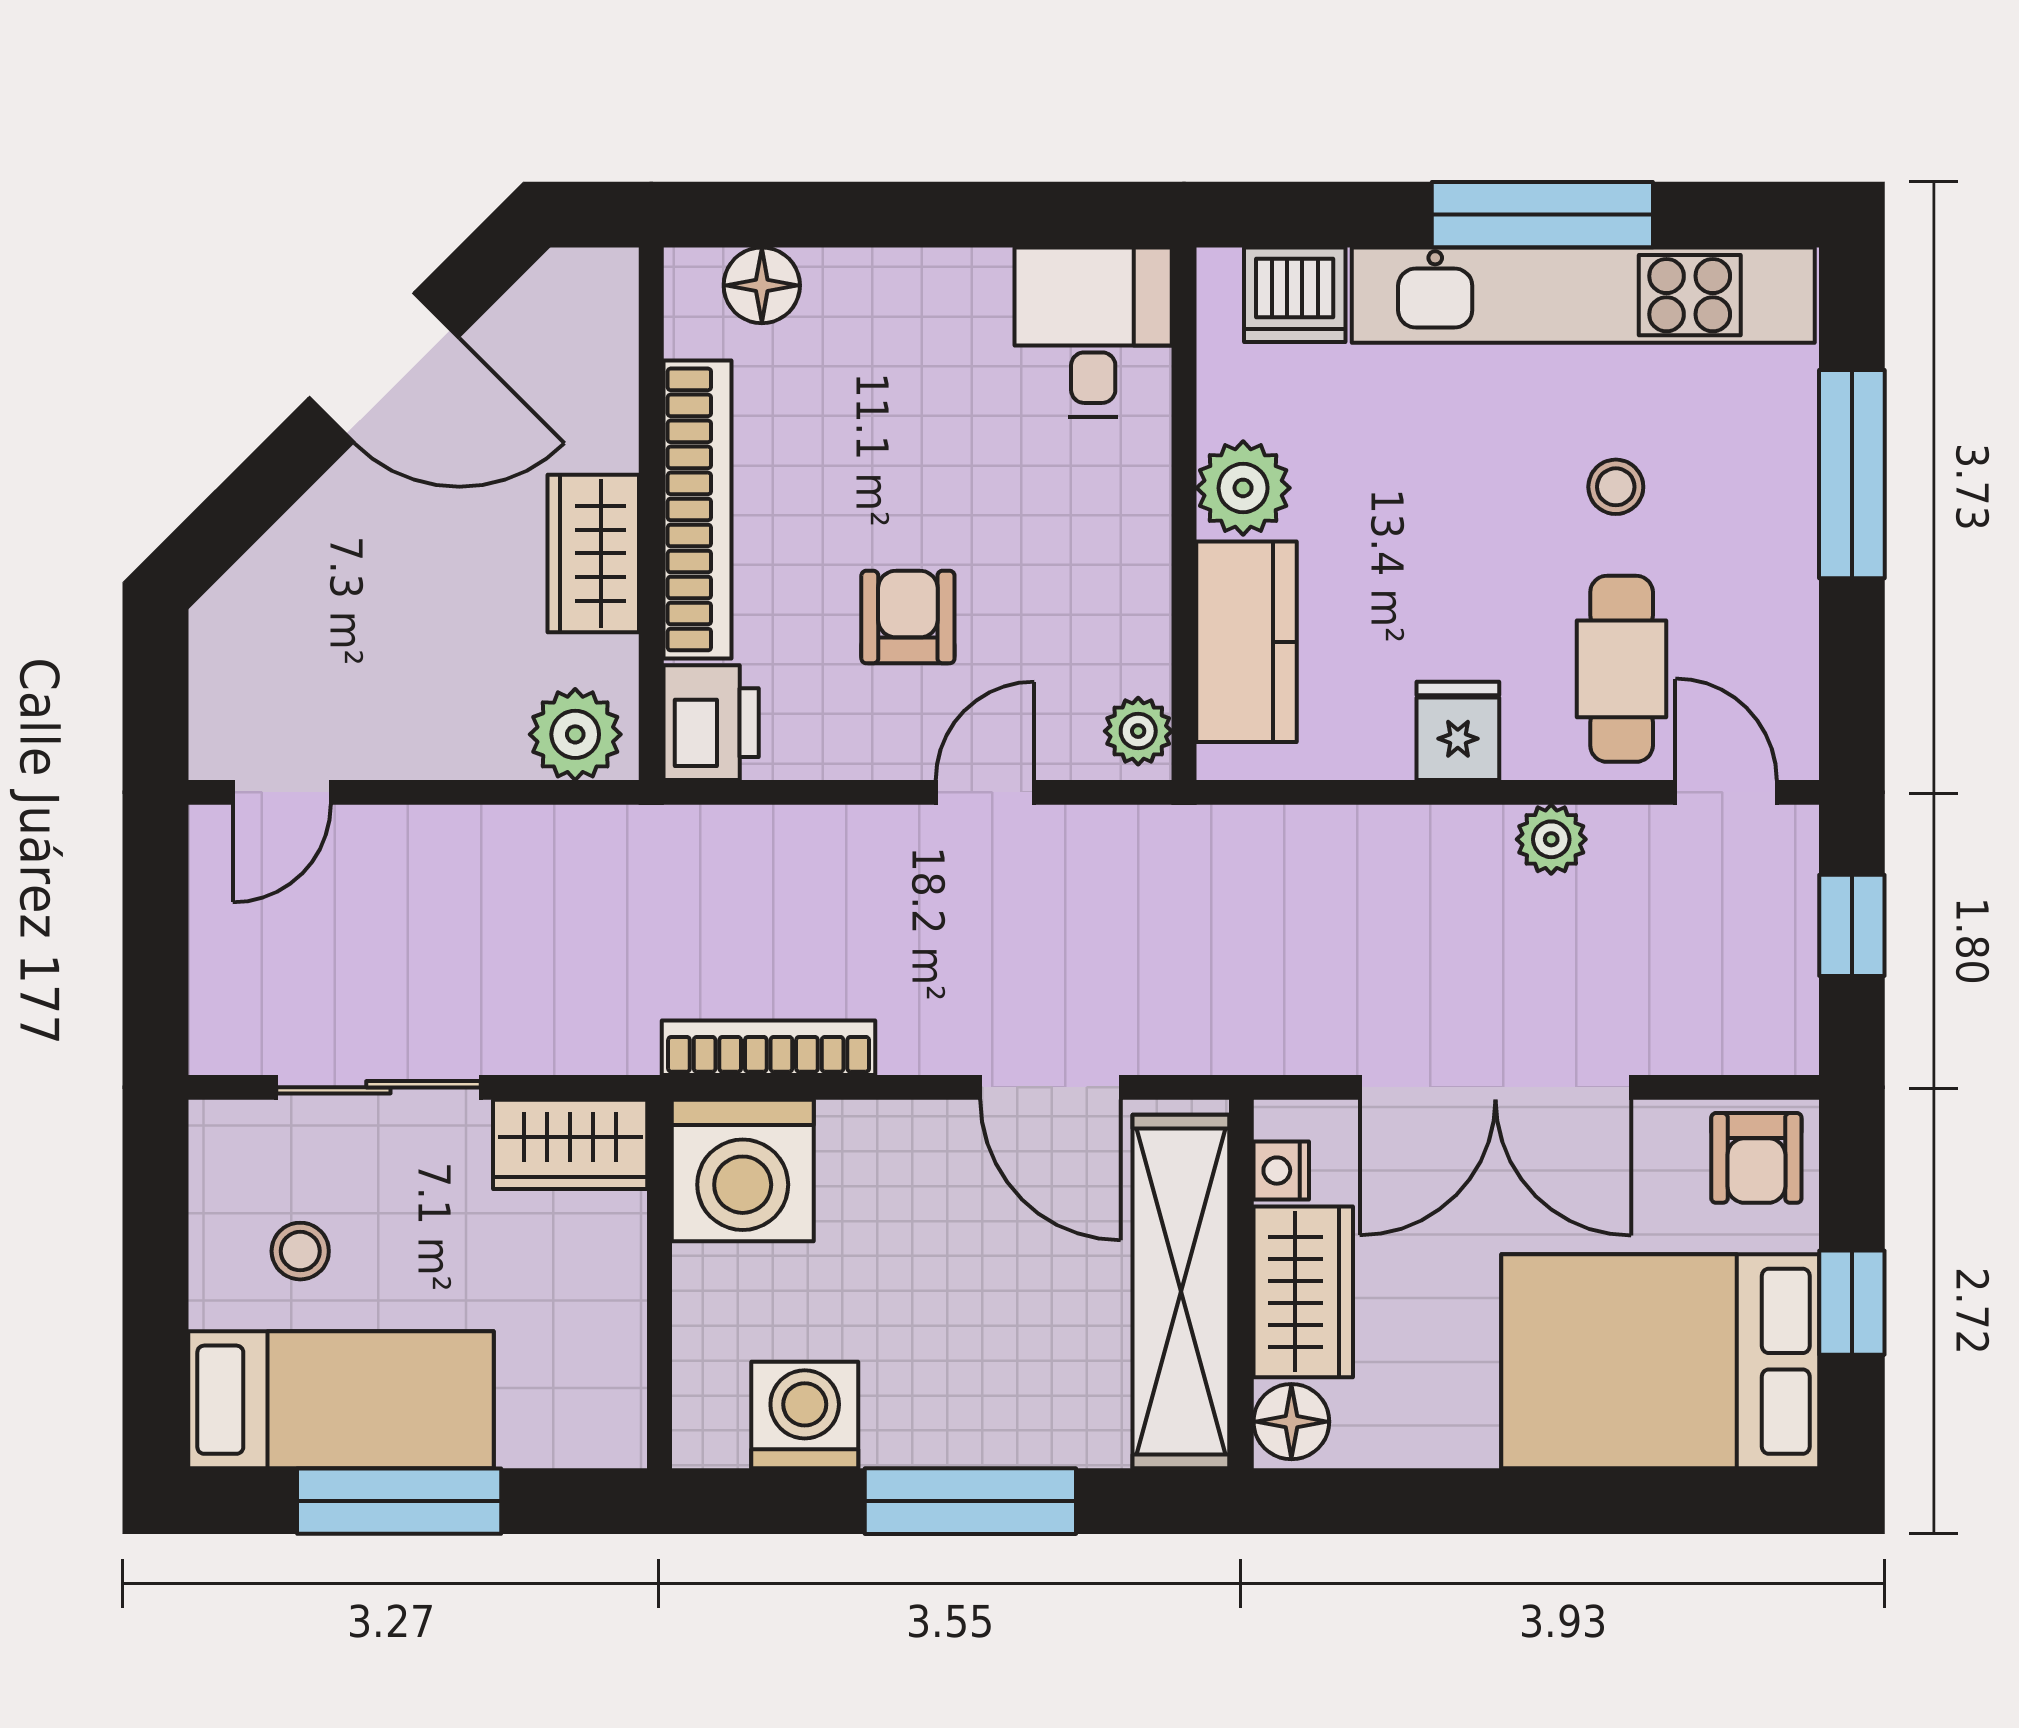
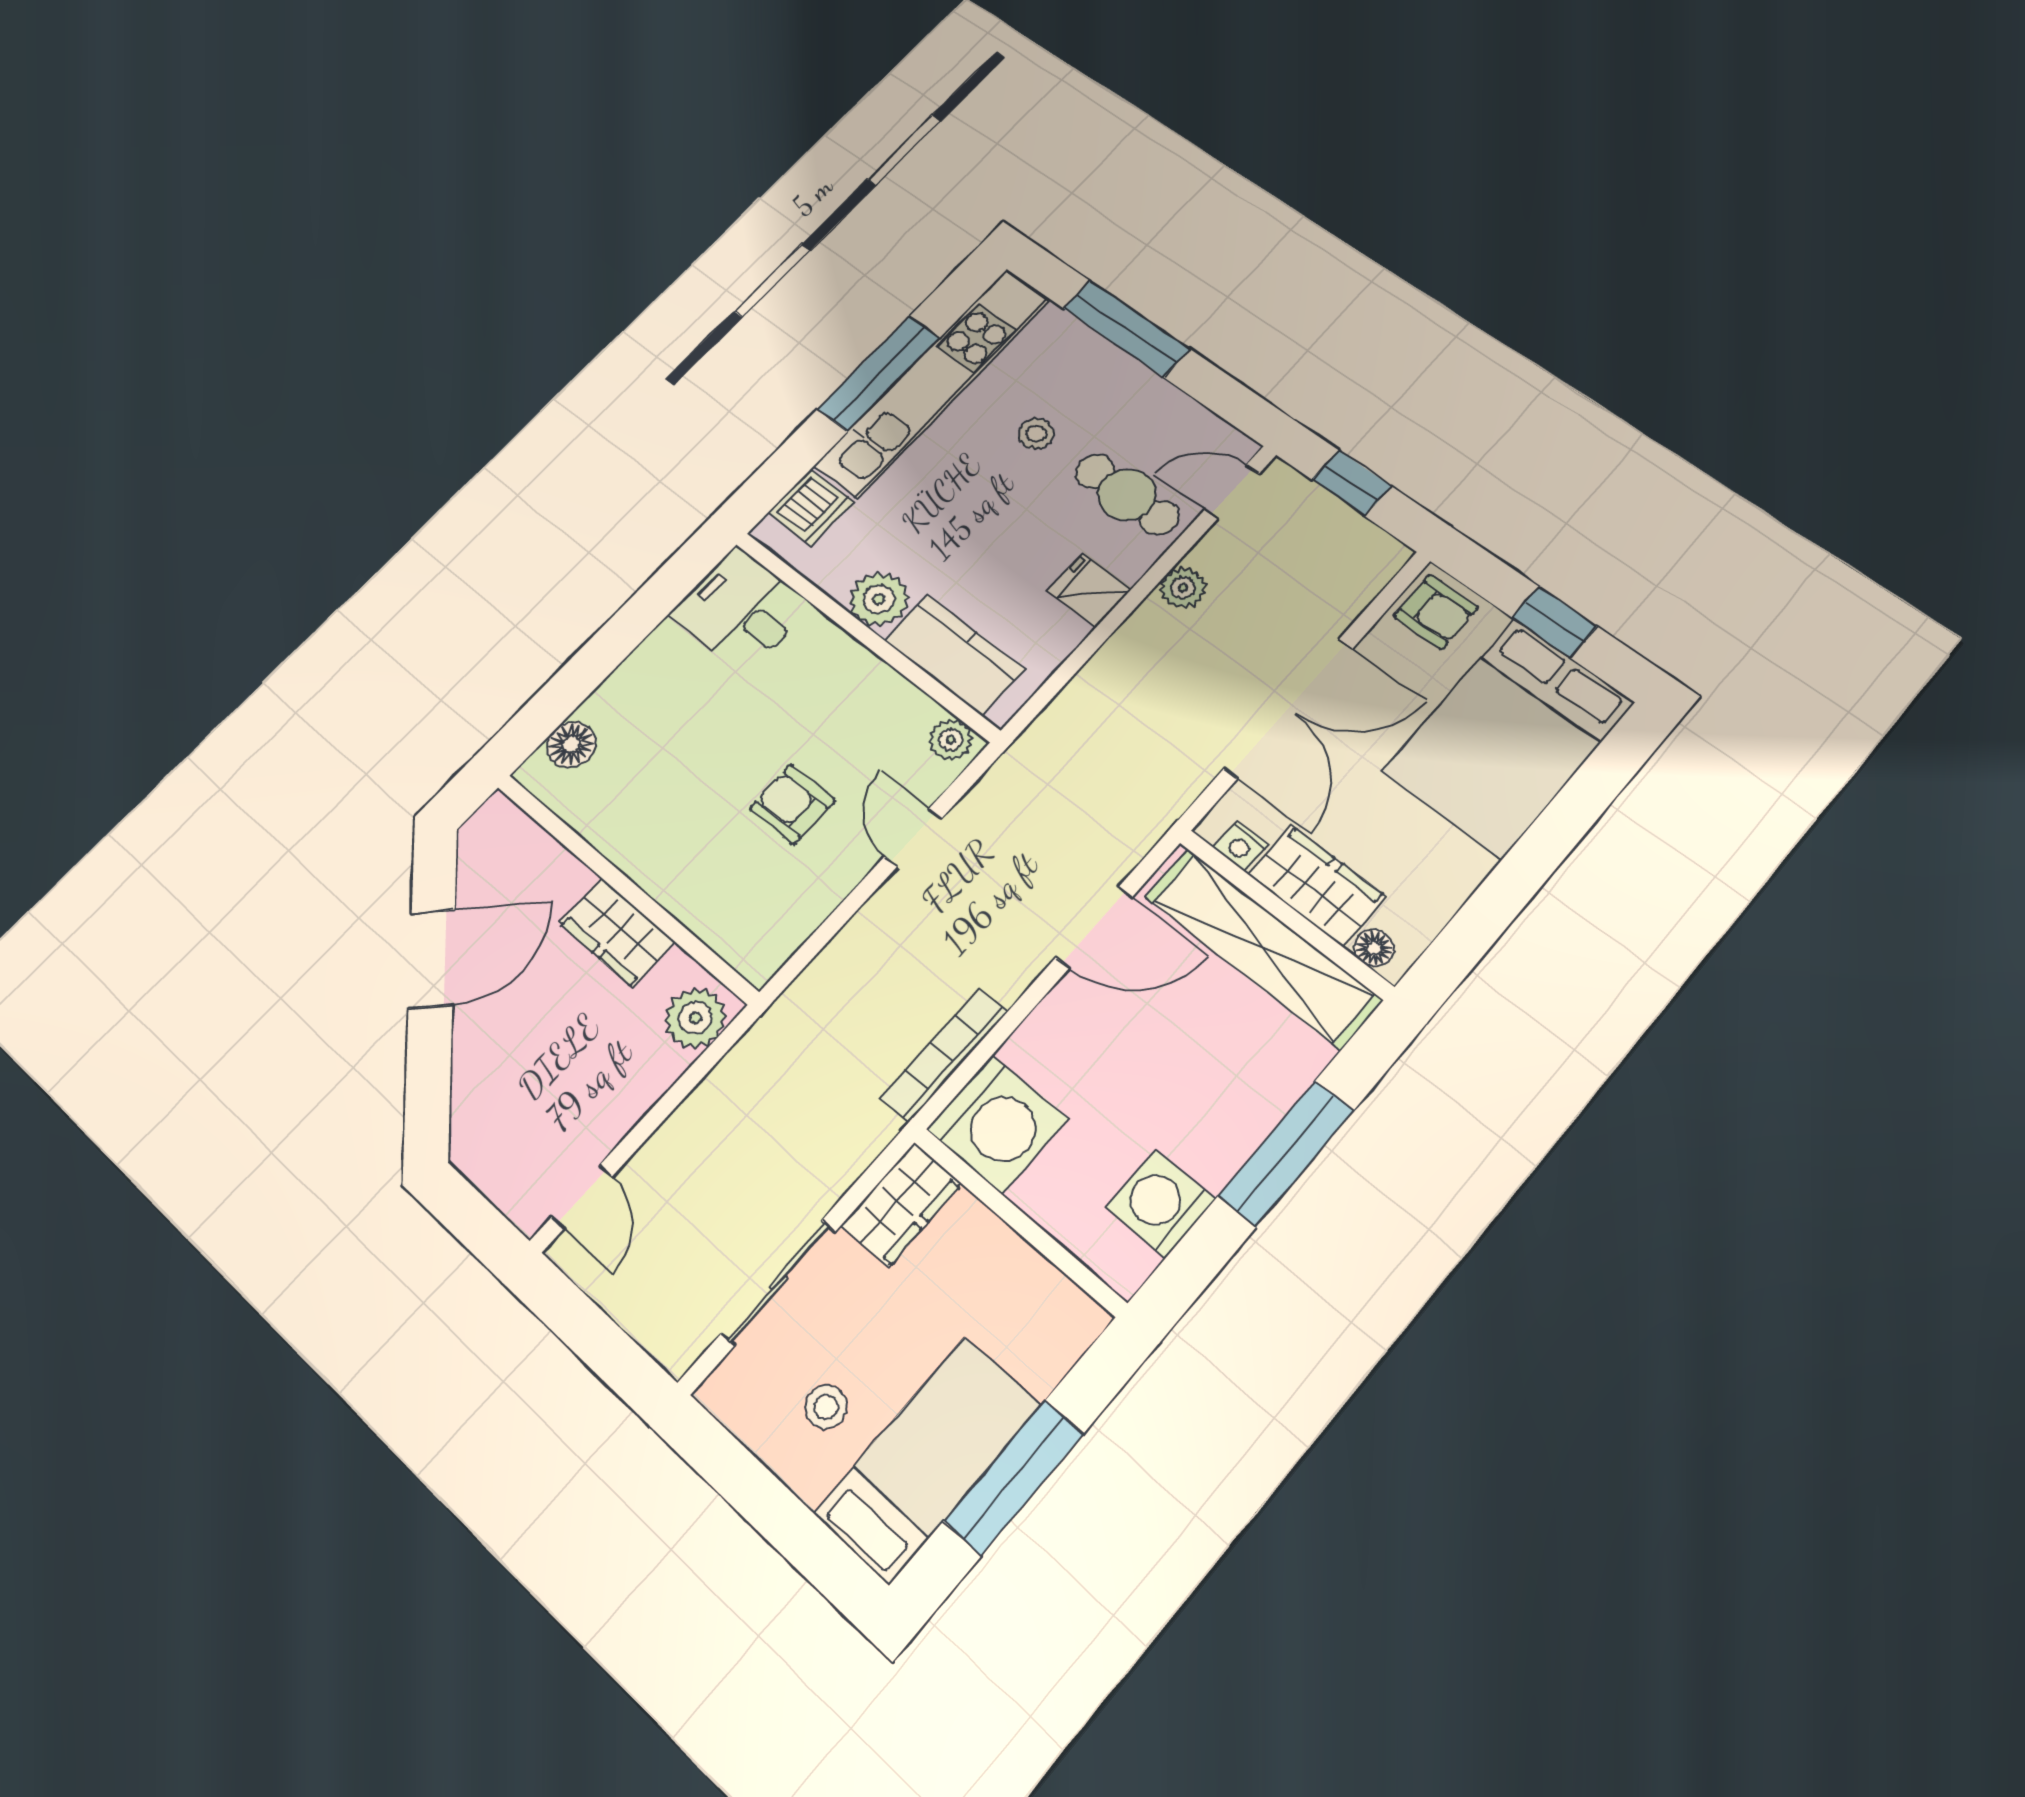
bookcase: (697, 509) -> (645, 863), removed
printer: (711, 723) -> (753, 944), removed
floor lamp: (1291, 1422) -> (1374, 948), width x0.73, depth x0.73

